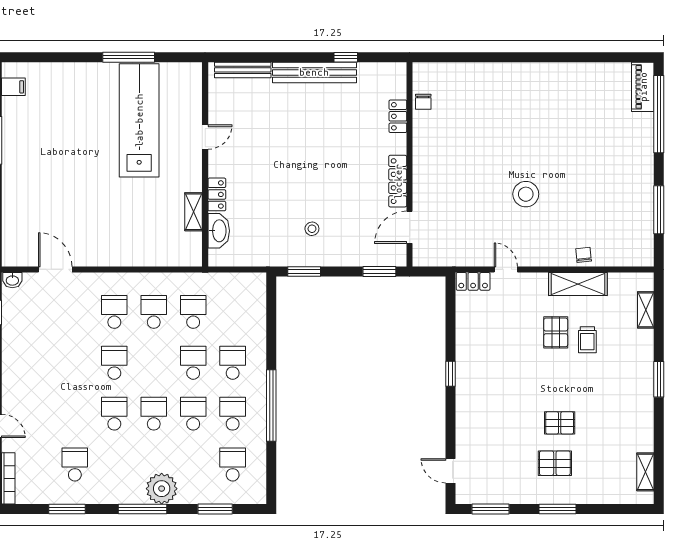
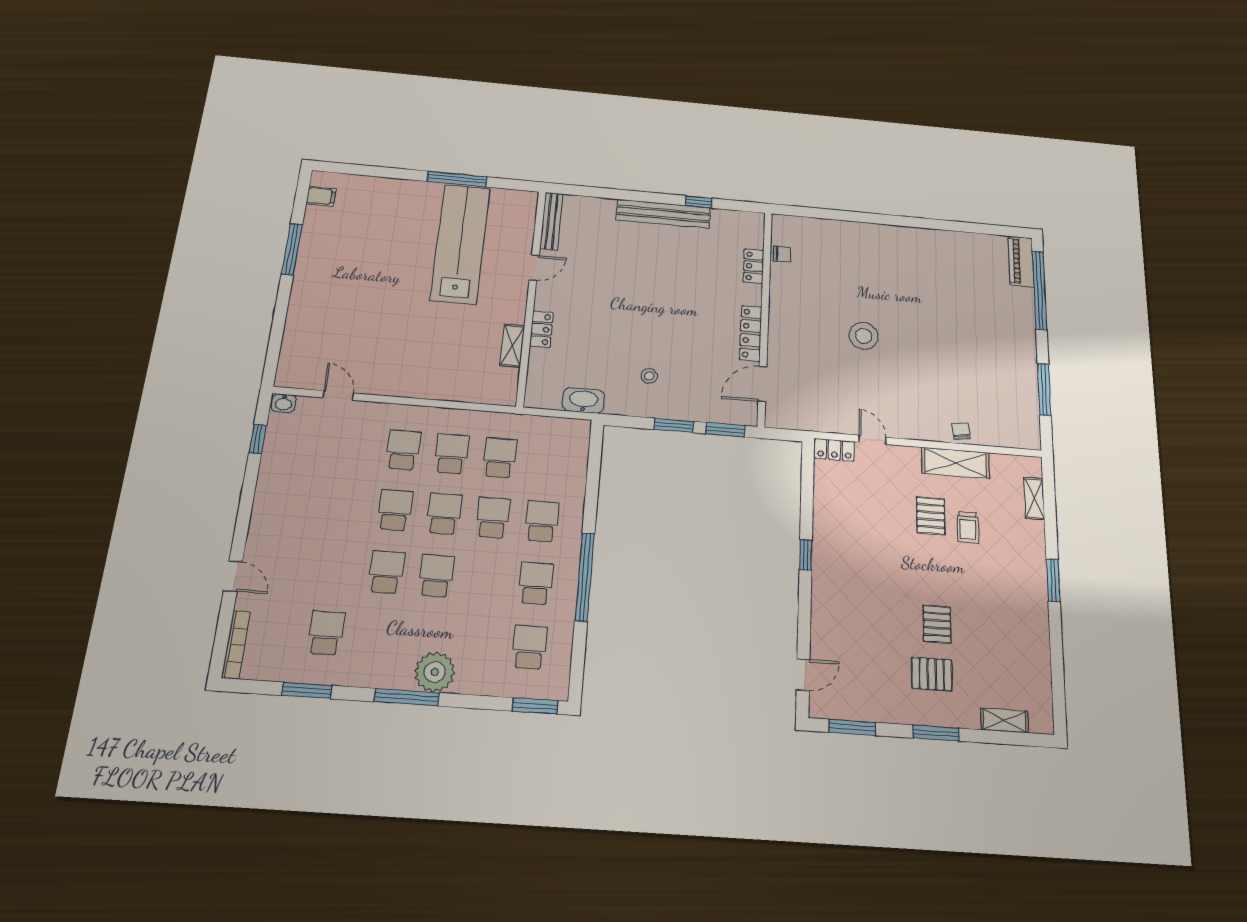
bench: (243, 70) -> (551, 221), moved, turned 90
chair: (423, 102) -> (782, 254), turned -90
stool: (526, 194) -> (864, 336), moved
washbasin: (219, 231) -> (583, 400), moved, turned -90
door: (55, 269) -> (338, 395), width x0.73
window: (304, 271) -> (674, 425), moved
school desk: (193, 414) -> (444, 514), moved
pallet: (560, 423) -> (937, 624), turned 90
door: (450, 471) -> (803, 675), swing flipped
shelving: (645, 472) -> (1004, 720), moved, turned 90
window: (215, 509) -> (535, 706), moved

